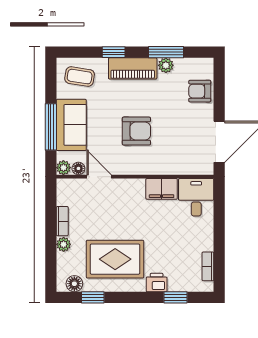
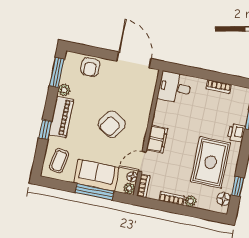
window: (166, 52) -> (57, 73), moved
armchair: (136, 131) -> (112, 124), turned -146
bookcase: (70, 184) -> (143, 186), added
filing cabinet: (162, 189) -> (157, 139), moved
bookcase: (208, 266) -> (219, 87), moved

